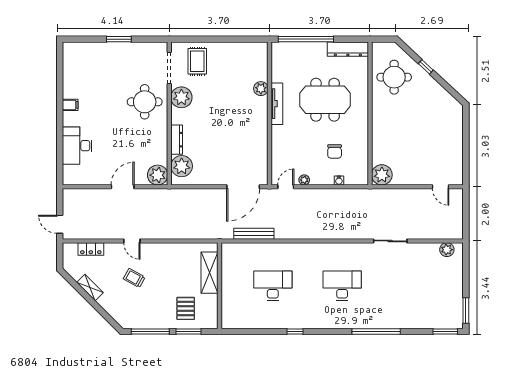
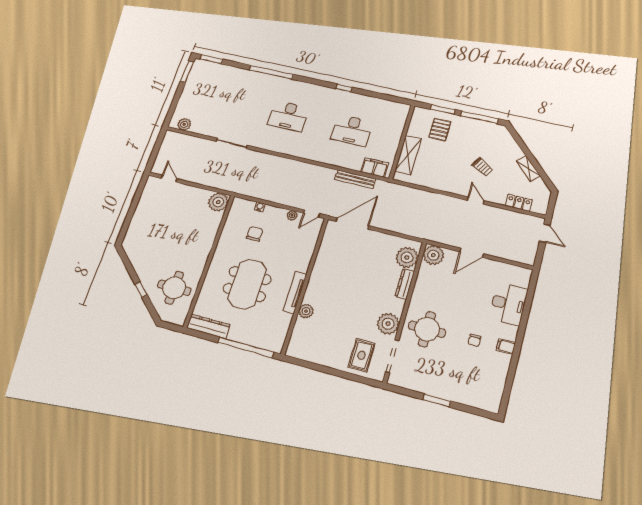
meeting table: (325, 100) -> (247, 284), turned 90
chair: (99, 103) -> (474, 340), added
filing cabinet: (239, 251) -> (375, 168), added

